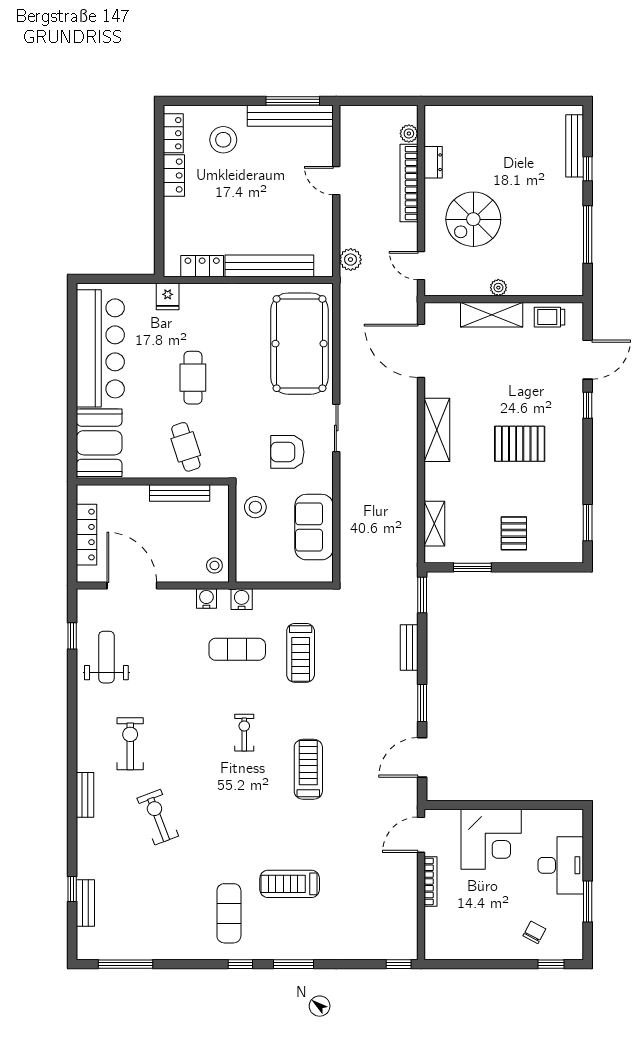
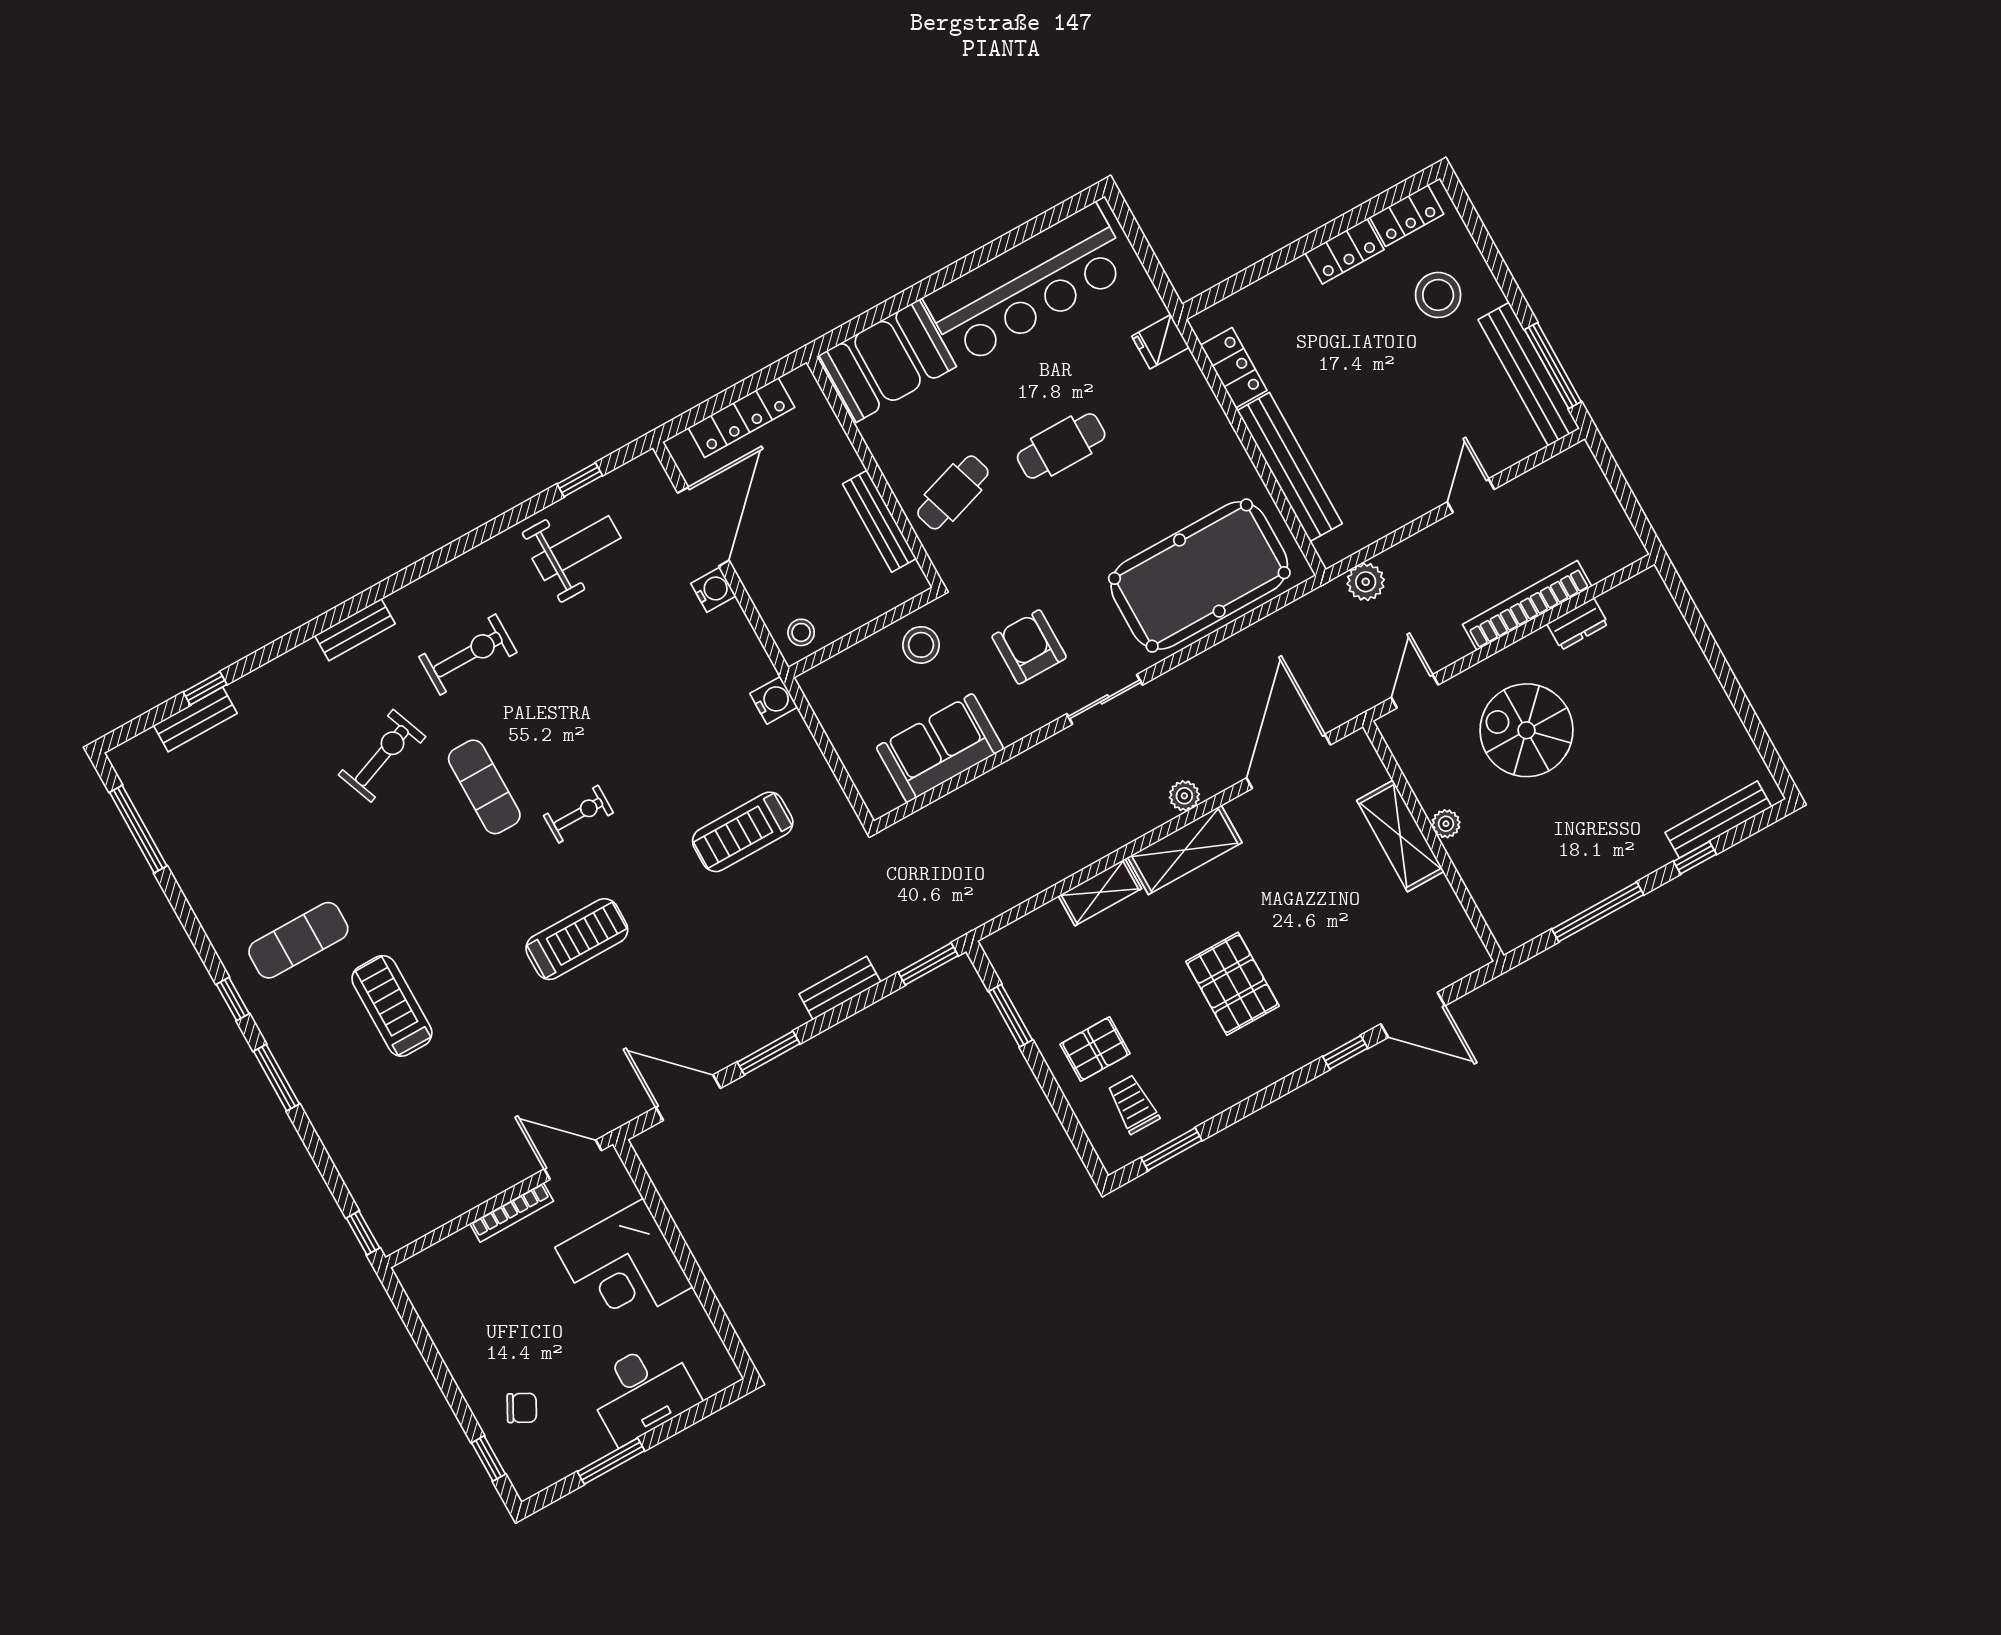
plant: (409, 133) -> (1184, 796), moved
trolley: (549, 317) -> (1133, 1104), moved
shelving: (434, 524) -> (1100, 892), moved
water cooler: (206, 599) -> (713, 590), moved
exercise mat: (237, 649) -> (484, 787), moved

